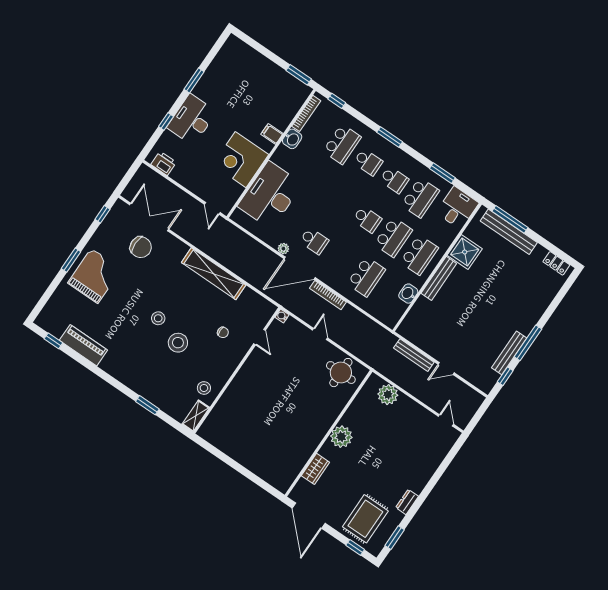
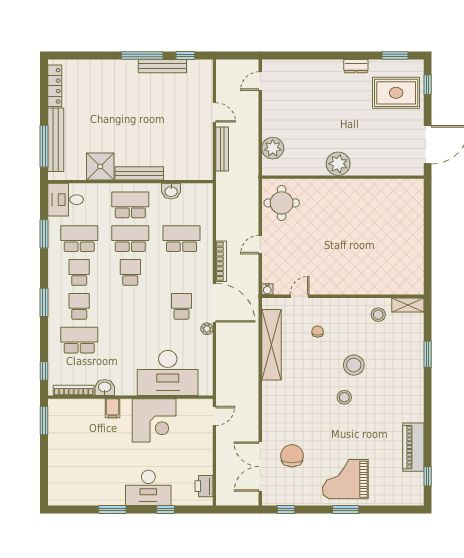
locker: (556, 263) -> (55, 86), width x1.53
shelving: (214, 274) -> (271, 345), moved
wardrobe: (315, 469) -> (382, 167), removed

